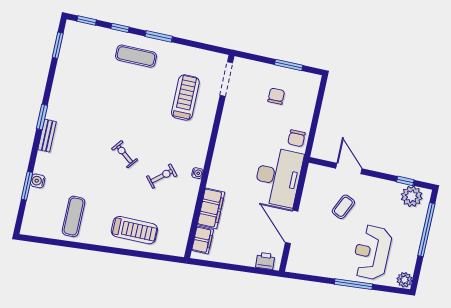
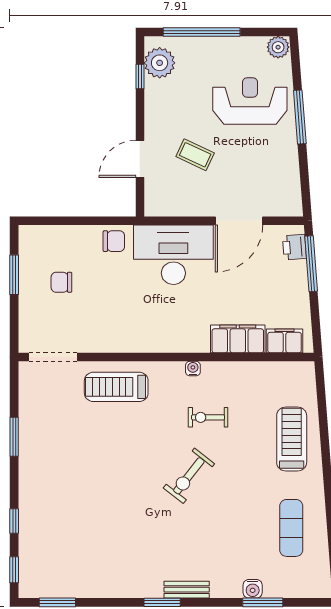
window: (159, 36) -> (14, 437), moved
exercise mat: (136, 56) -> (49, 490), removed
treadmill: (185, 97) -> (116, 387), moved
exercise bike: (125, 154) -> (189, 476), width x1.38, depth x1.39
exercise bike: (162, 176) -> (208, 417), turned -50
exercise mat: (74, 216) -> (291, 528), turned 90
reception desk: (372, 252) -> (250, 101), turned 180
window: (251, 270) -> (311, 264), added

